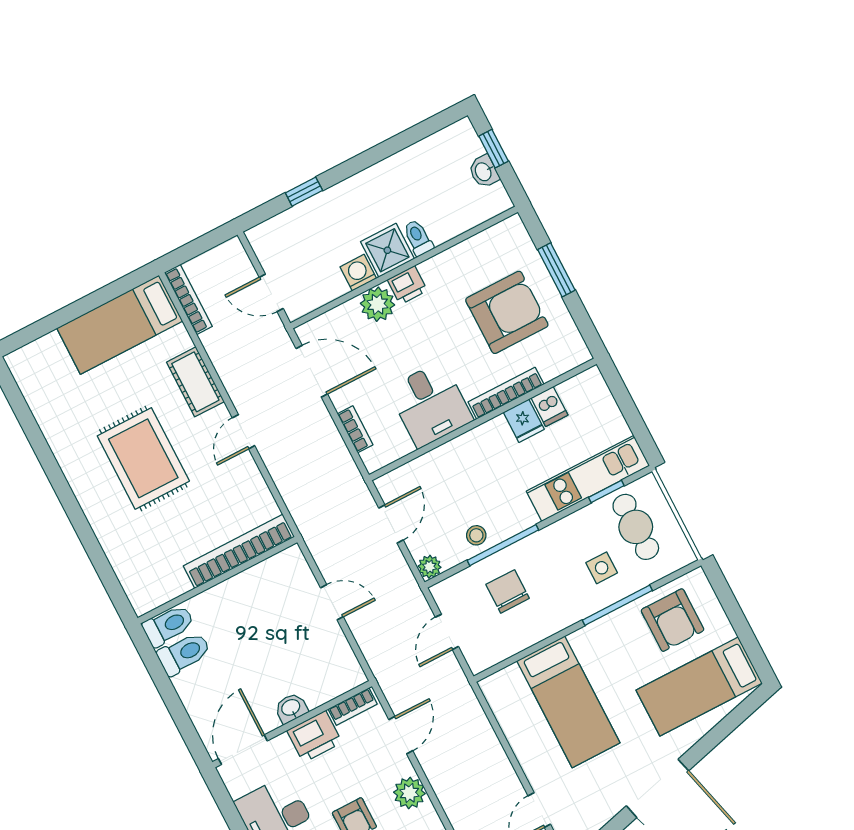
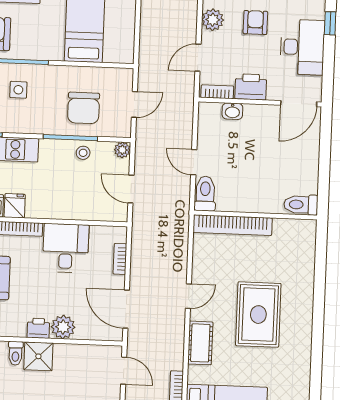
washing machine: (358, 273) -> (64, 353), removed
door: (391, 524) -> (131, 189), hinge flipped
chair: (508, 591) -> (84, 108), width x1.37, depth x1.37
toilet: (184, 654) -> (205, 194), moved, turned 90
washbasin: (291, 708) -> (232, 111), moved

